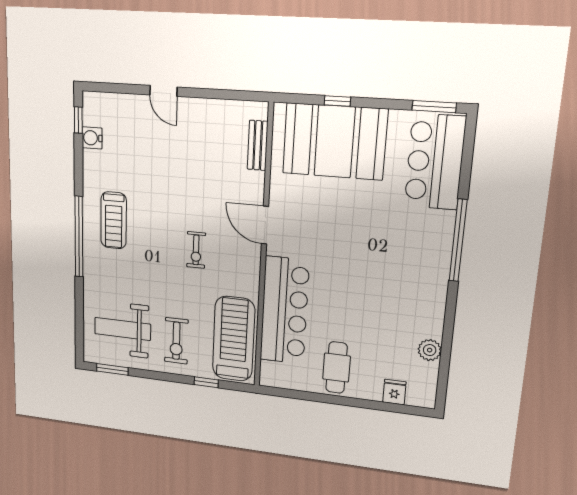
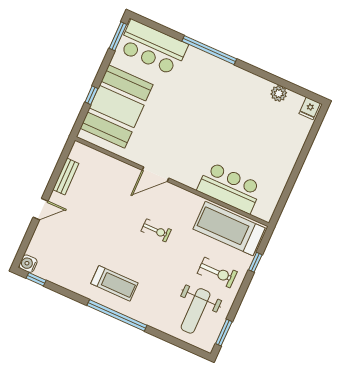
water cooler: (92, 138) -> (28, 264), moved, turned 90
bench: (258, 145) -> (66, 176), moved, turned 90
bar counter: (284, 311) -> (230, 188), width x0.73
cafe table: (337, 368) -> (272, 162), removed
fridge: (394, 392) -> (310, 108), moved, turned -90

